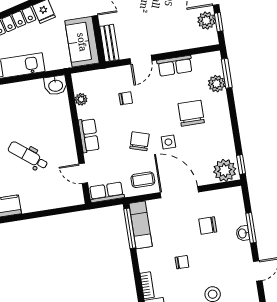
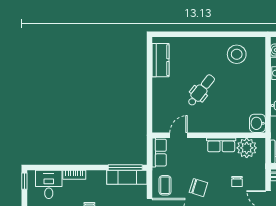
plant: (81, 99) -> (247, 148), width x1.88, depth x1.88
row of seats: (89, 135) -> (221, 145), moved

